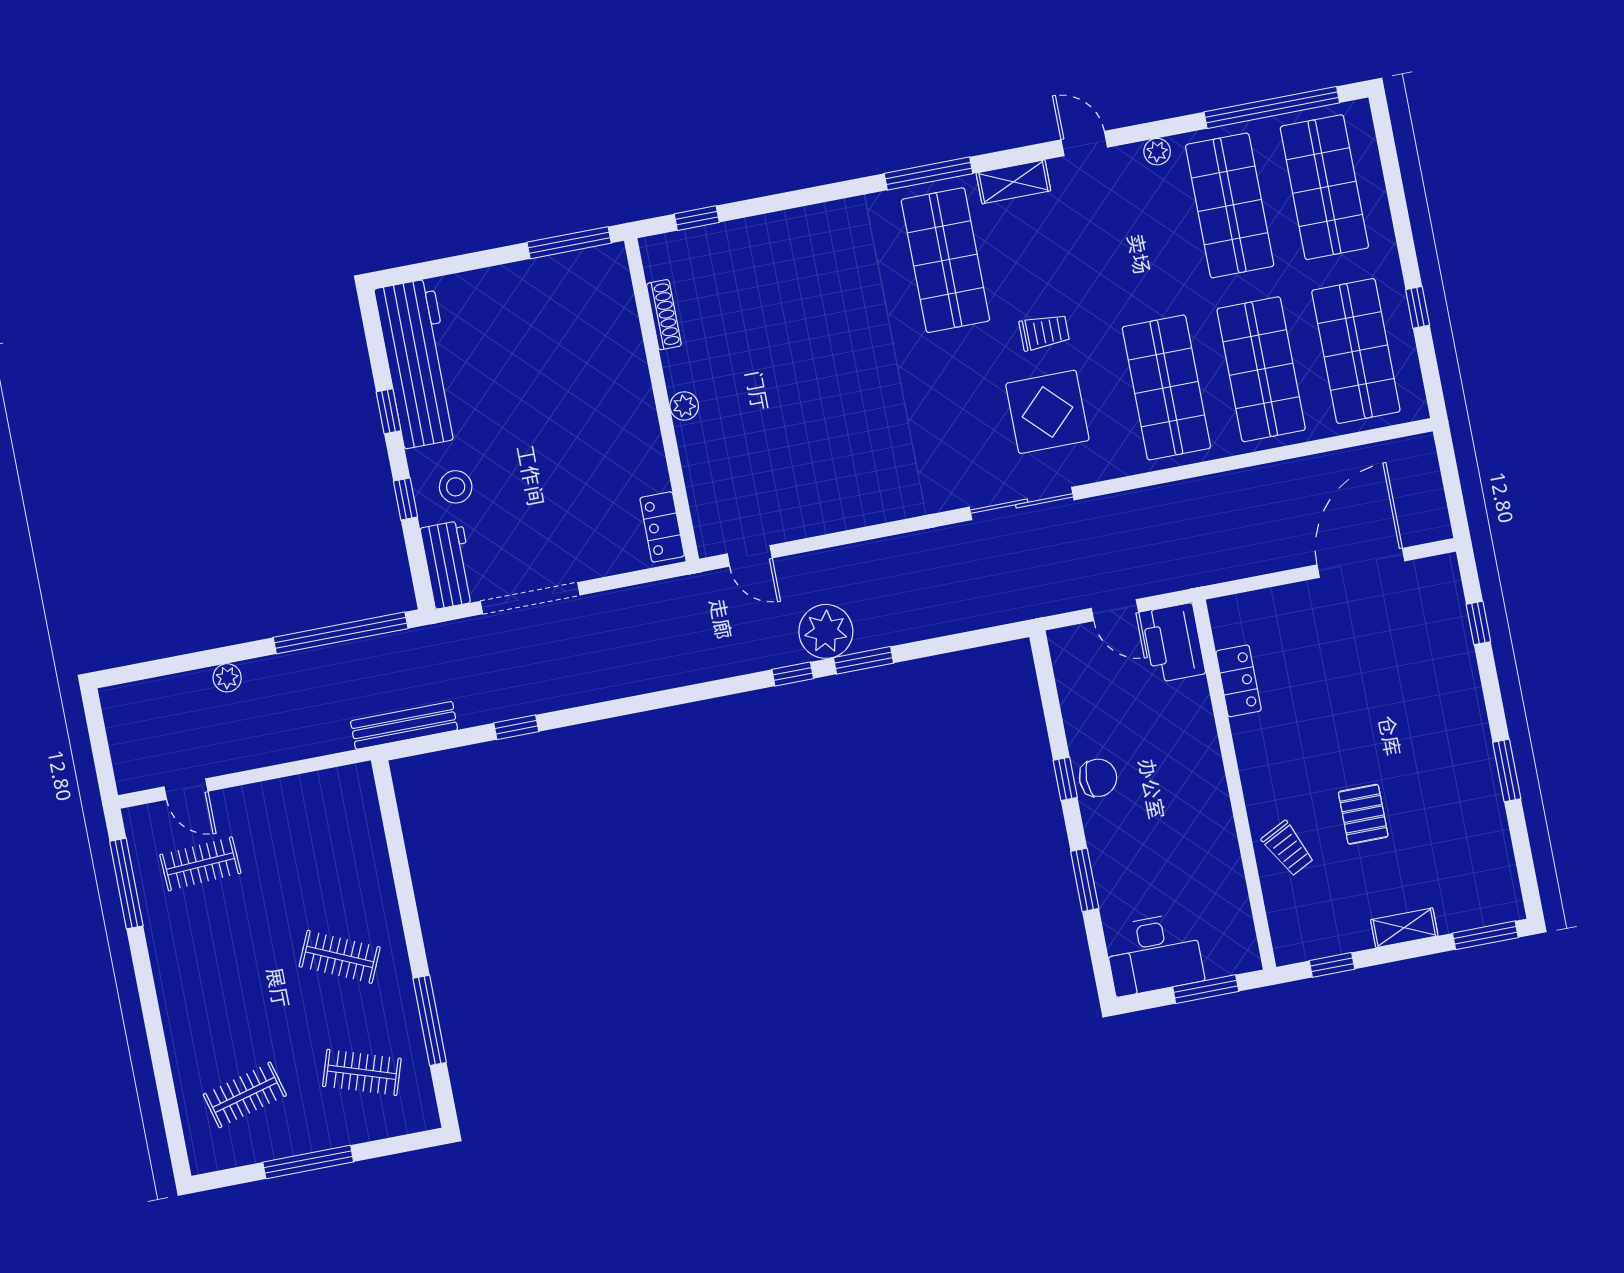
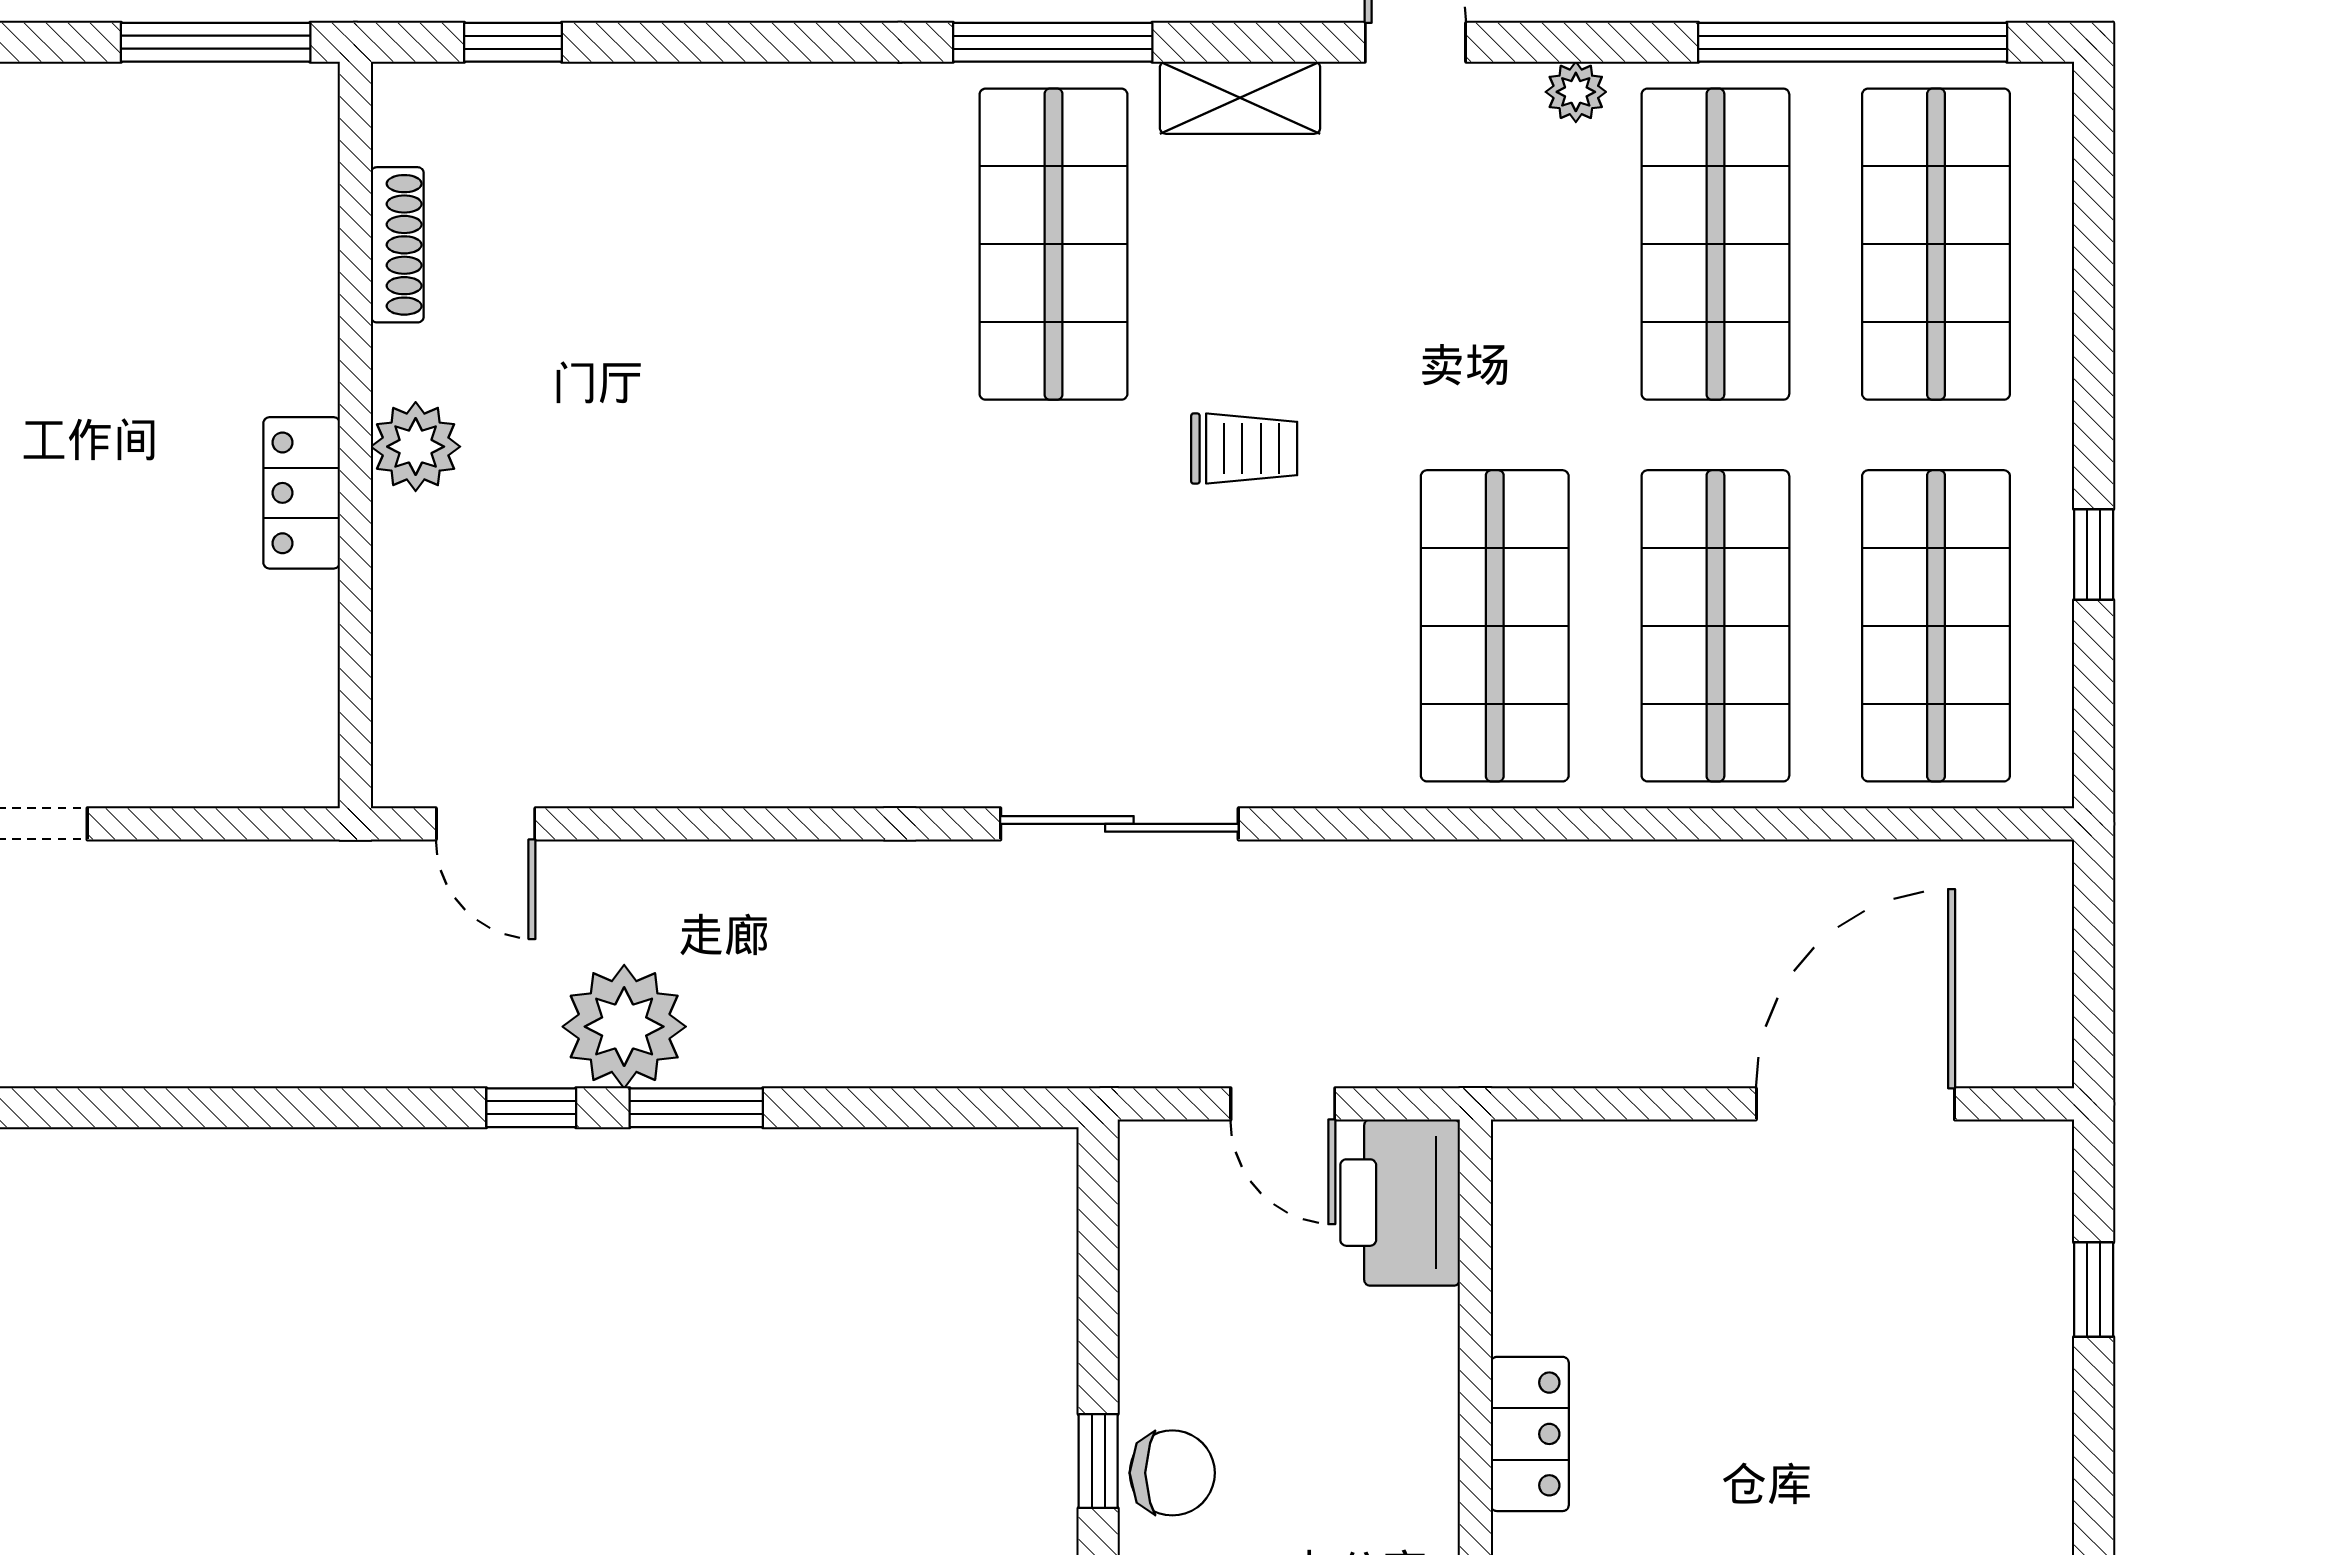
plant: (684, 406) -> (416, 447), width x1.38, depth x1.38
display table: (1047, 412) -> (1217, 629), removed
locker: (662, 527) -> (302, 493), moved
locker: (1239, 681) -> (1530, 1434), moved

